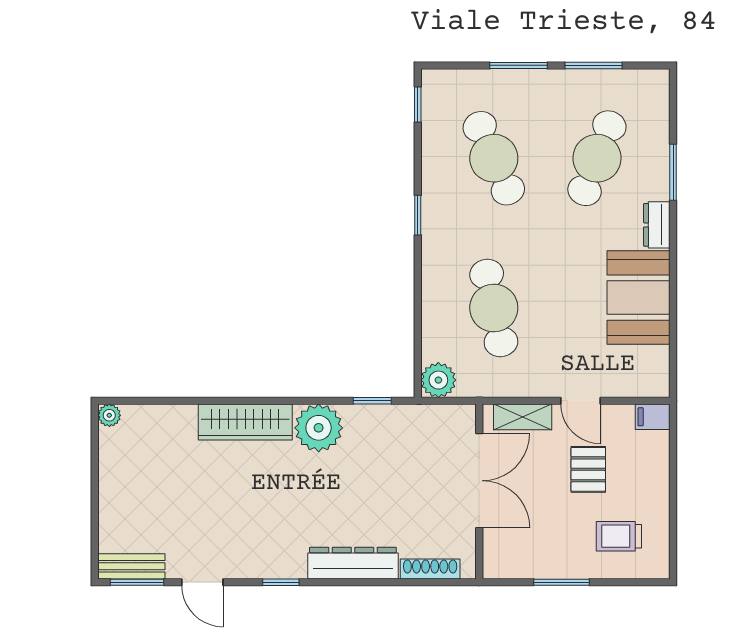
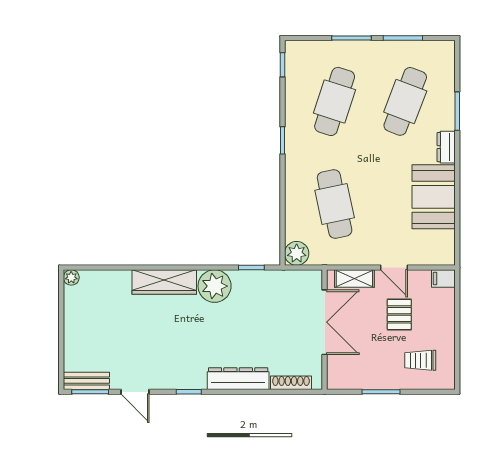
cafe table: (494, 158) -> (335, 101), turned 42

